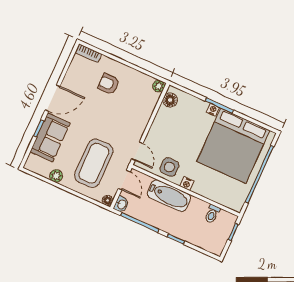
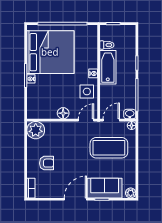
armchair: (109, 84) -> (47, 163), turned -90
plant: (159, 86) -> (36, 130), width x1.87, depth x1.87
door: (52, 98) -> (75, 199), hinge flipped
floor lamp: (170, 100) -> (63, 113), moved
plant: (56, 176) -> (131, 193), moved
bathtub: (169, 196) -> (108, 67), moved

